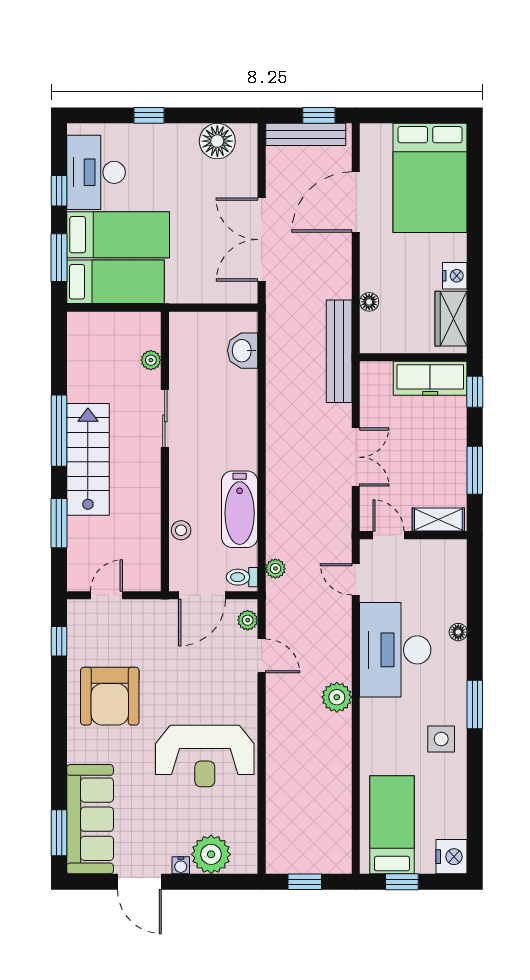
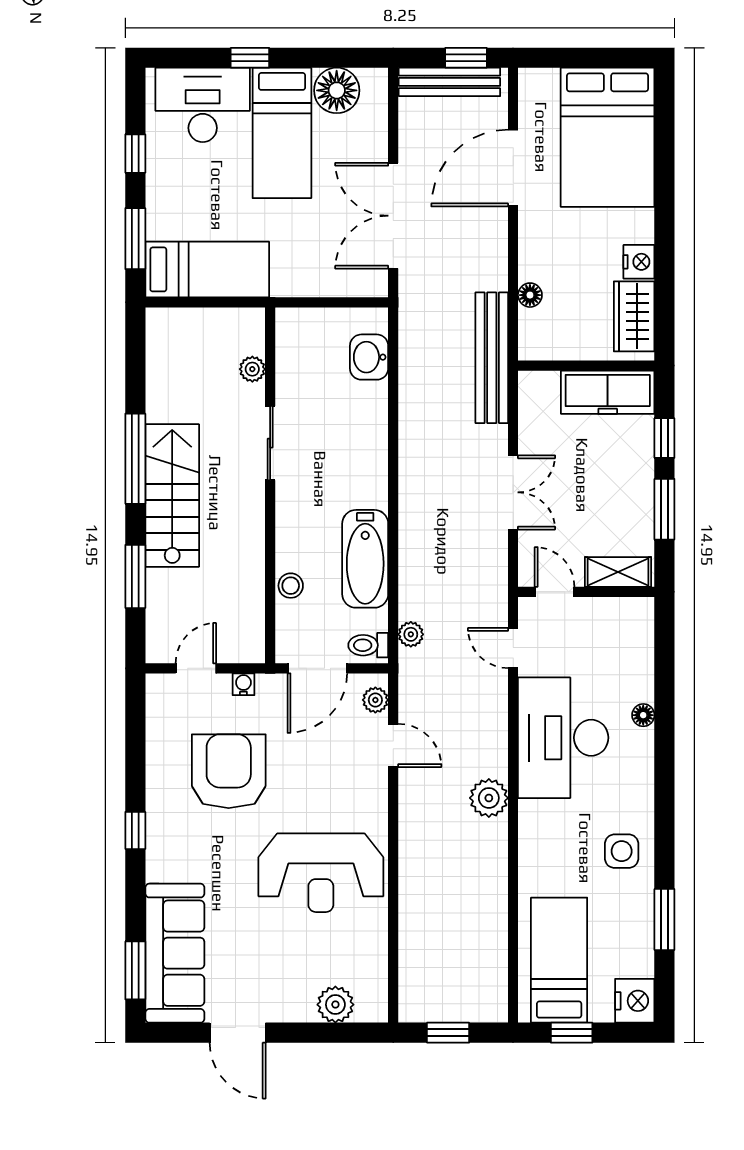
desk: (96, 172) -> (203, 105), moved, turned 90
bed: (118, 235) -> (282, 133), moved, turned 90
window: (475, 392) -> (664, 438), moved
window: (59, 641) -> (135, 830), moved
armchair: (110, 696) -> (229, 771), moved, turned 180
window: (475, 704) -> (664, 920), moved
plant: (211, 854) -> (335, 1005), width x0.73, depth x0.73
water cooler: (181, 865) -> (243, 684), moved, turned 180

